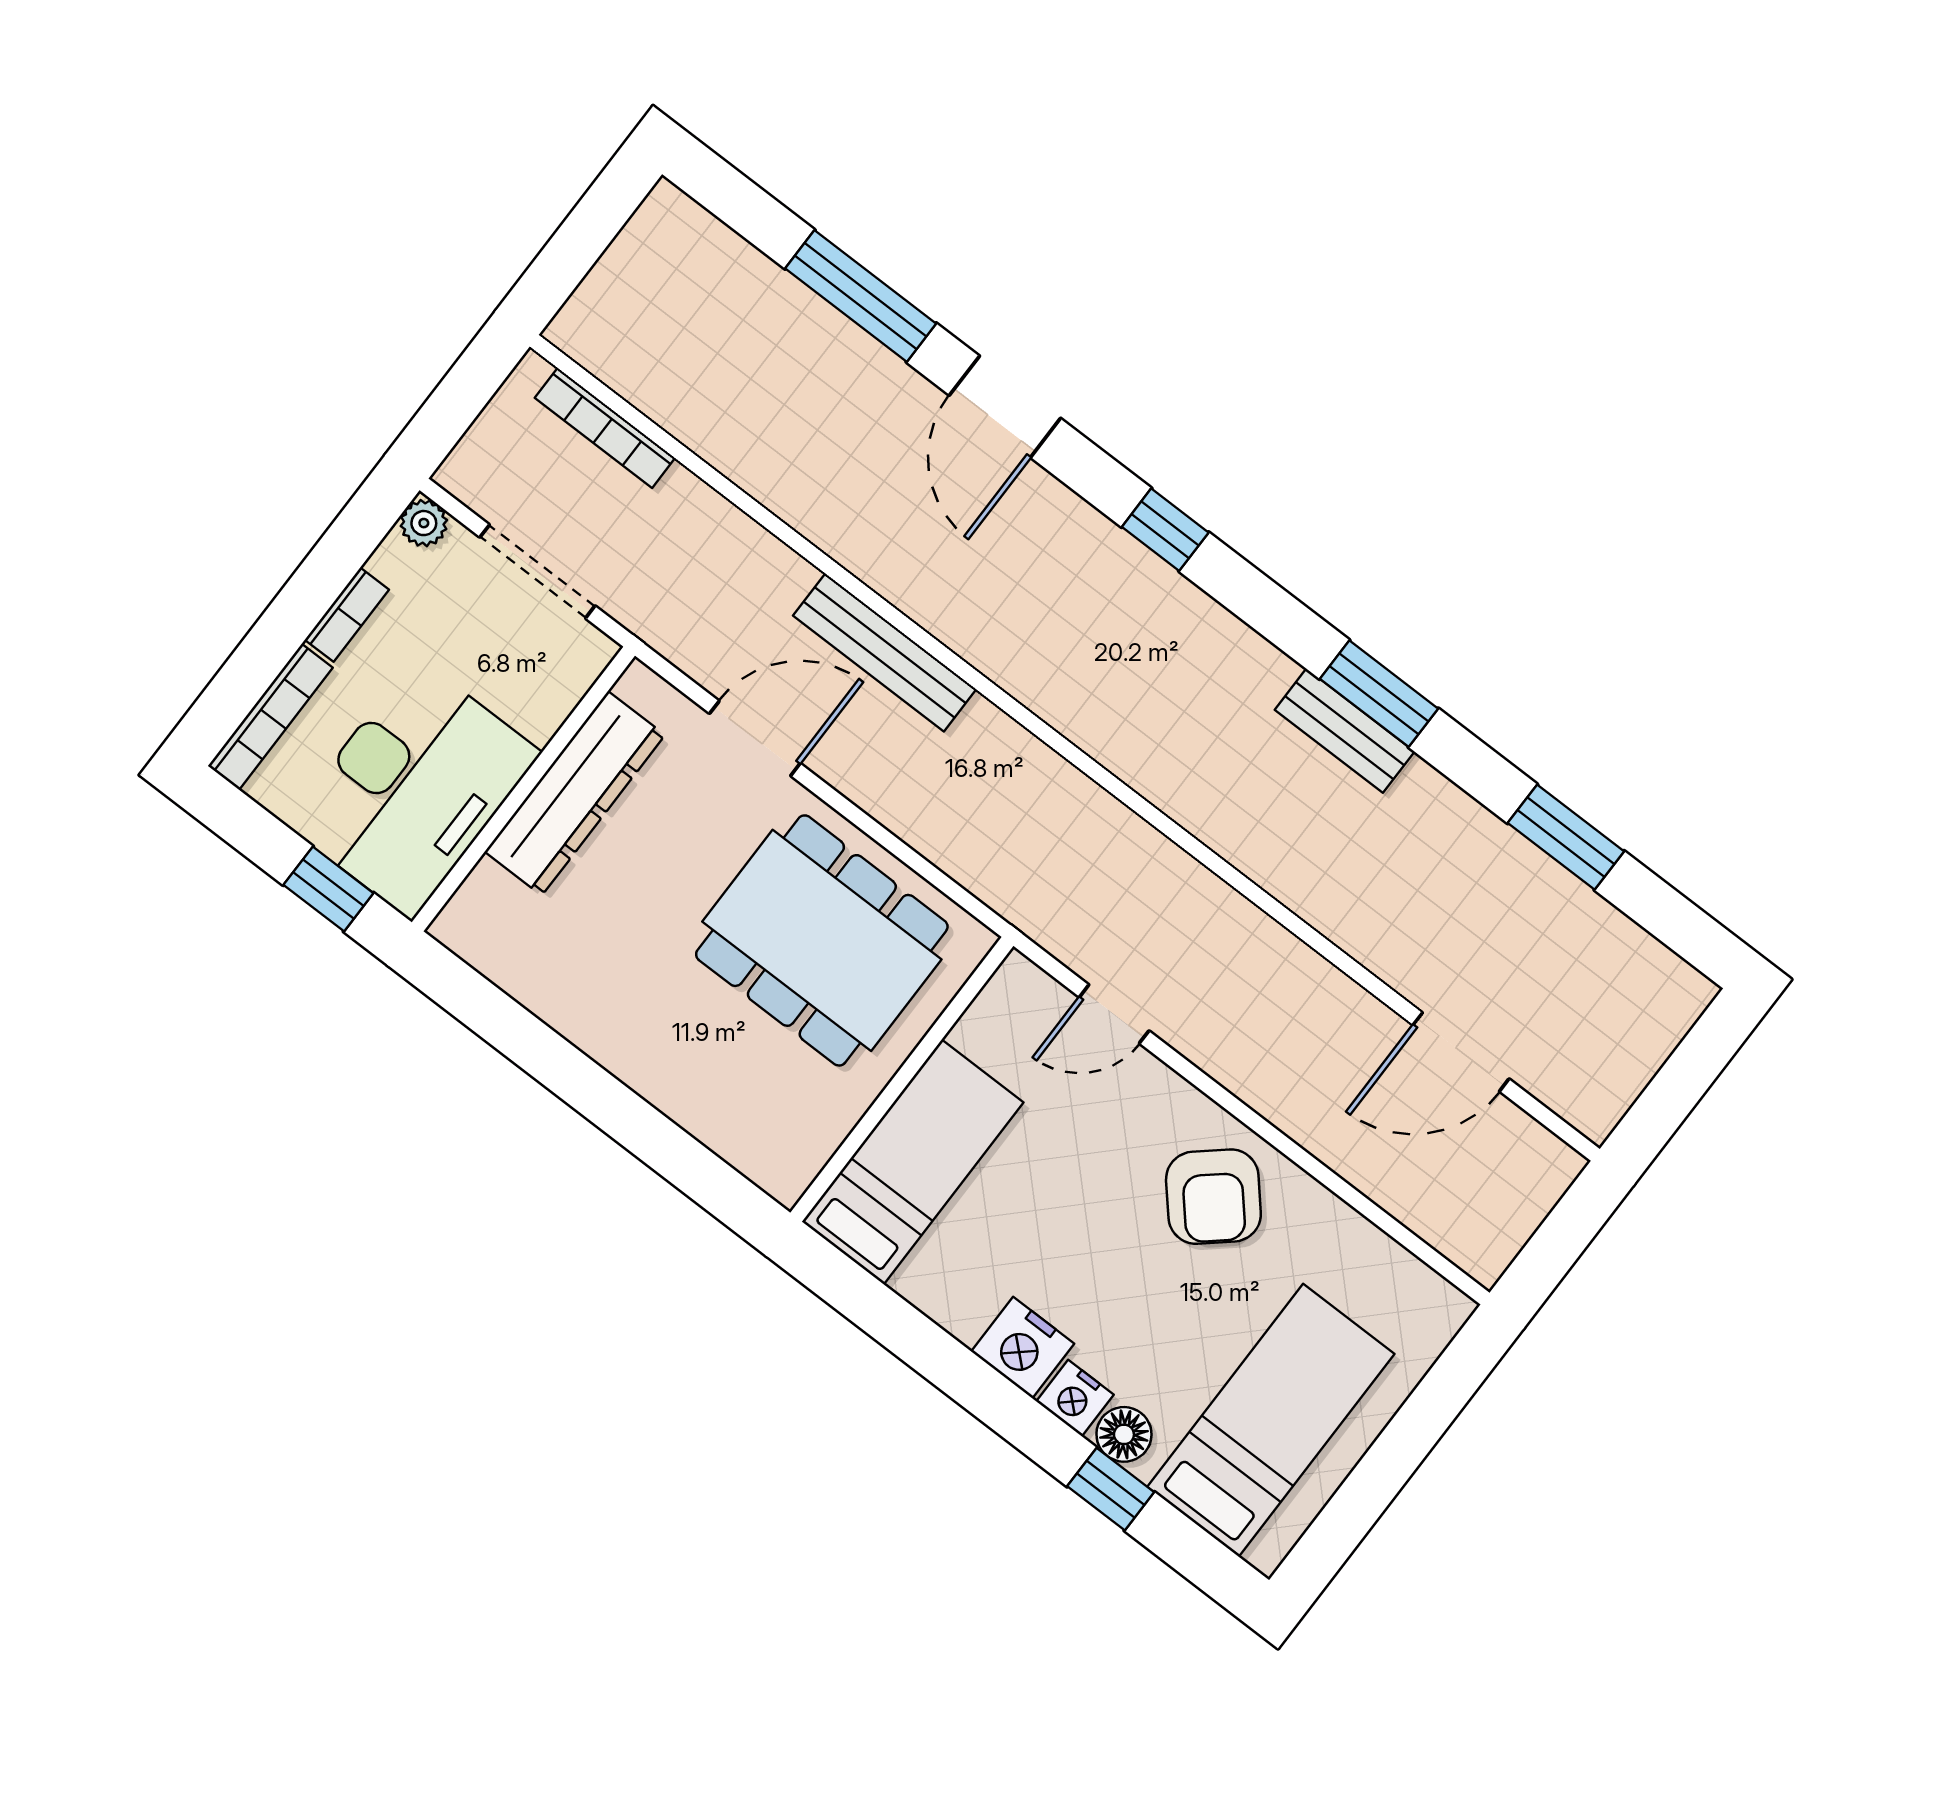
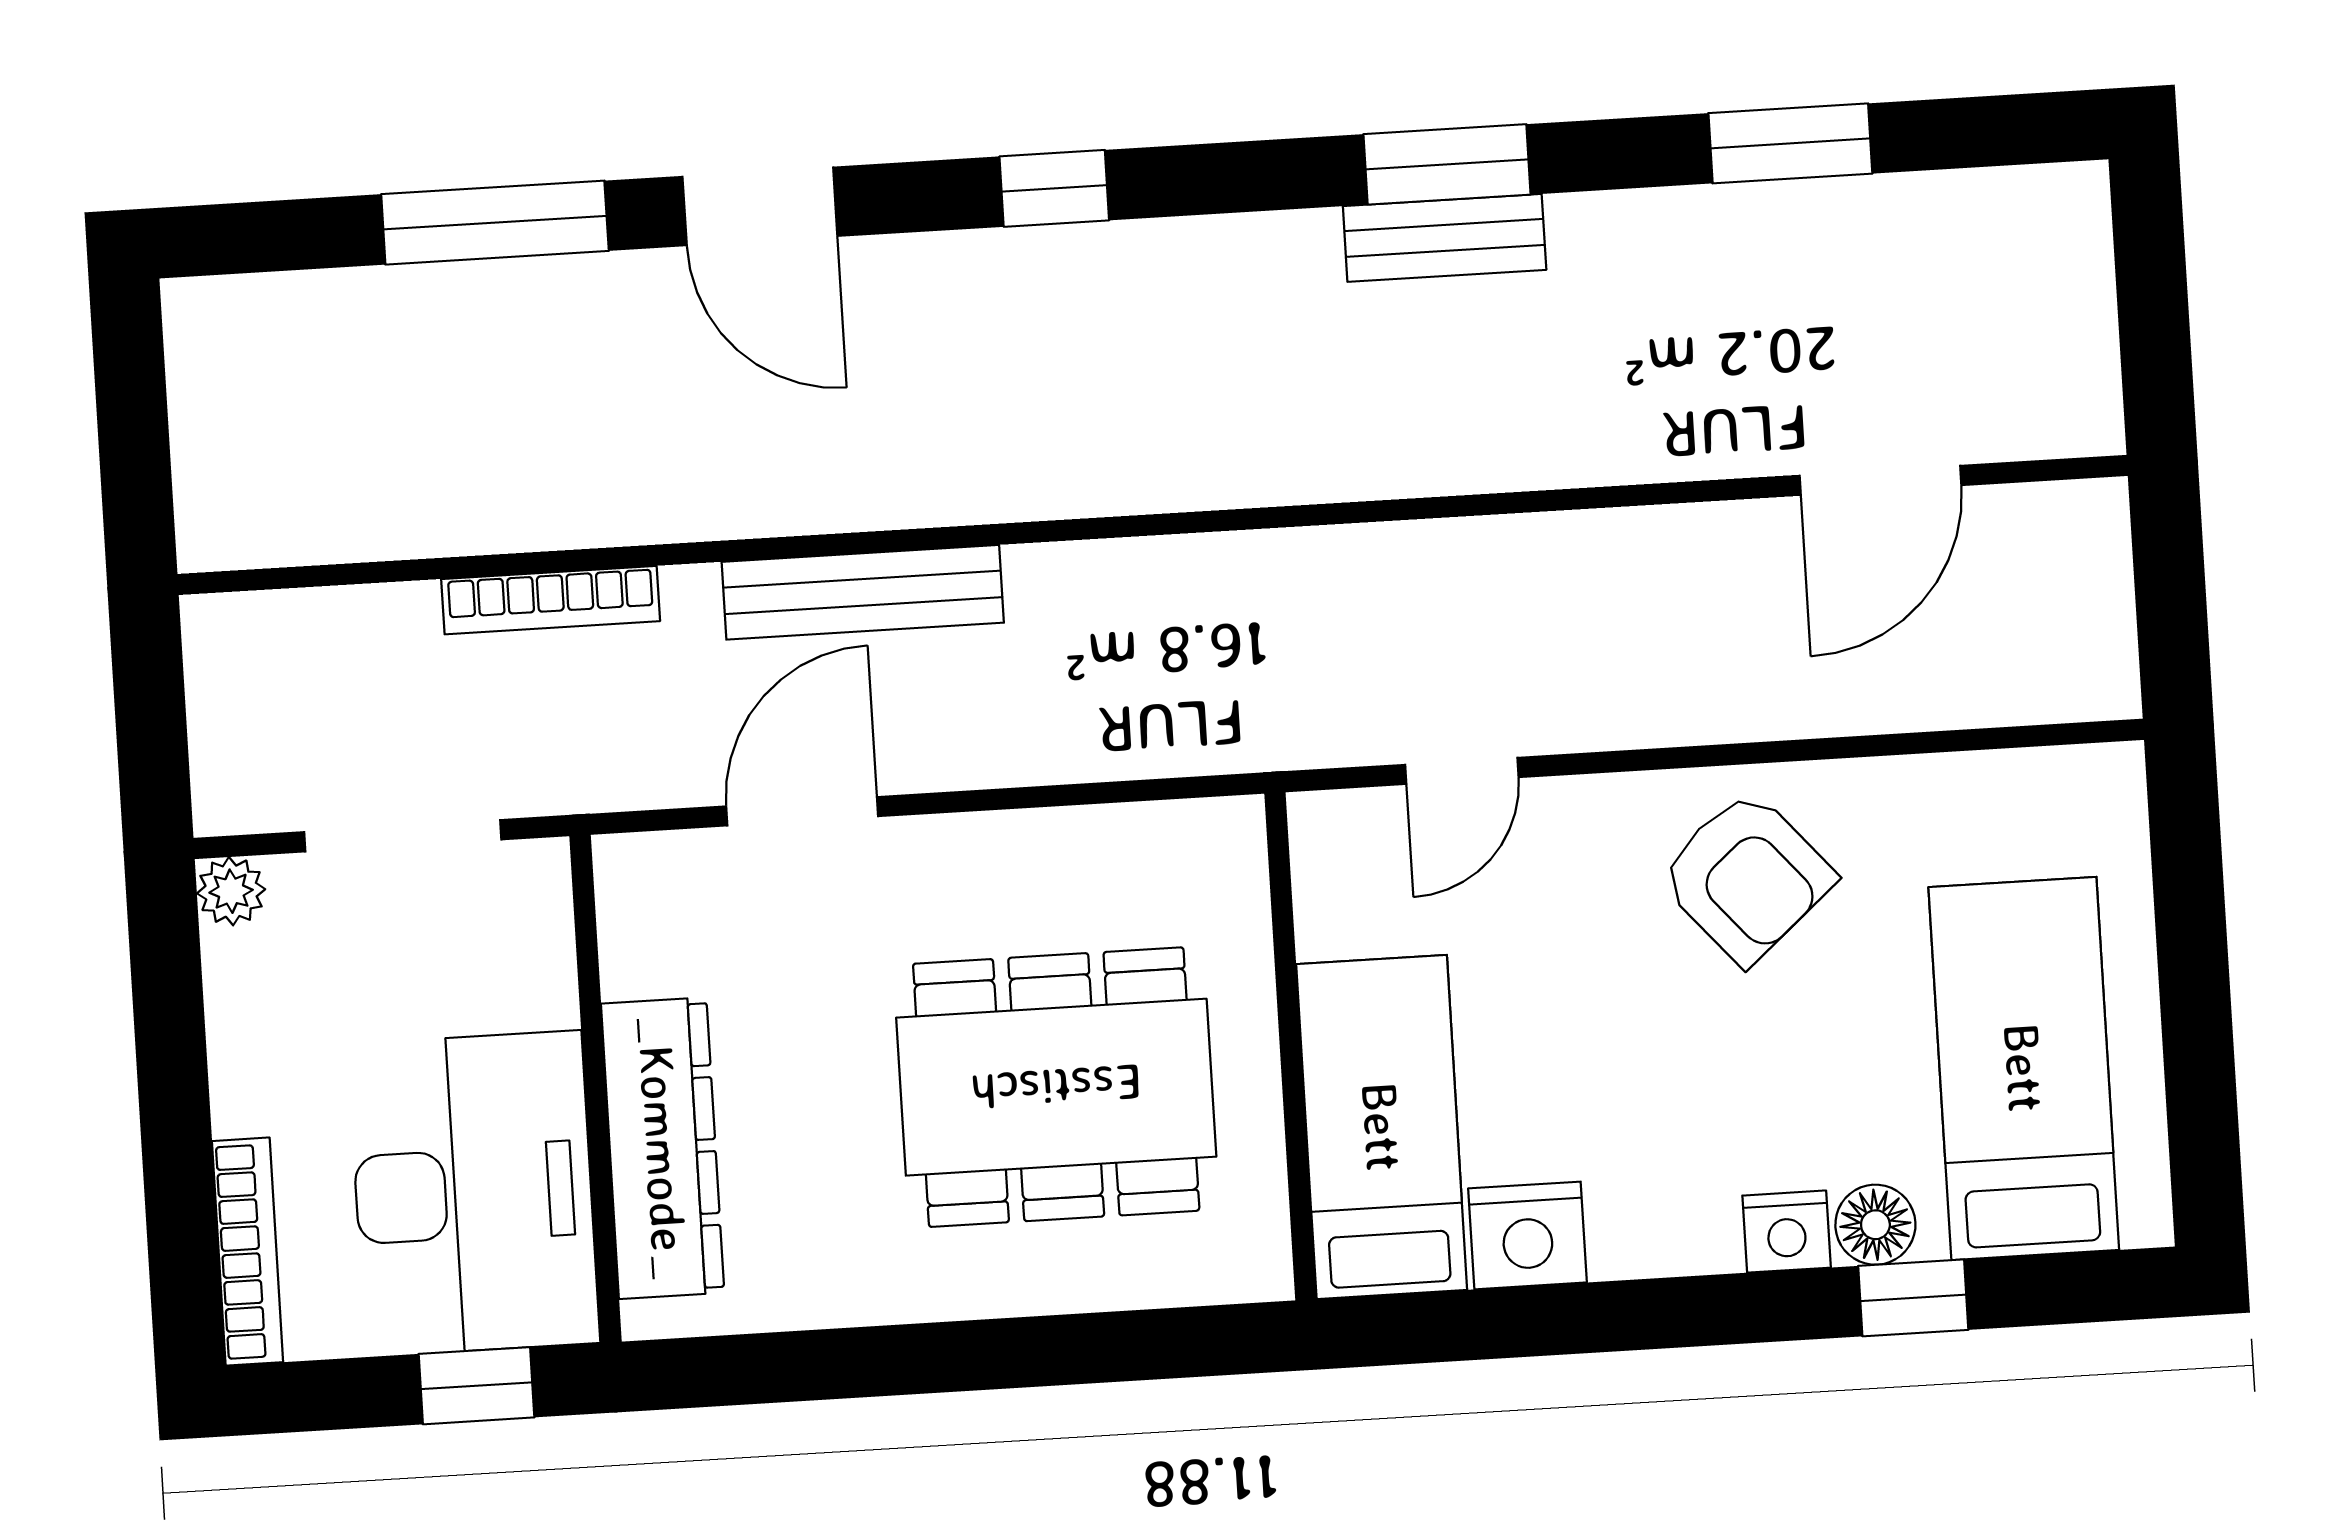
bookcase: (605, 428) -> (551, 600), moved
bookcase: (347, 615) -> (234, 1066), removed
dresser: (575, 793) -> (663, 1148), moved
dining table: (822, 940) -> (1056, 1087), moved
nightstand: (1023, 1348) -> (1527, 1235), moved

